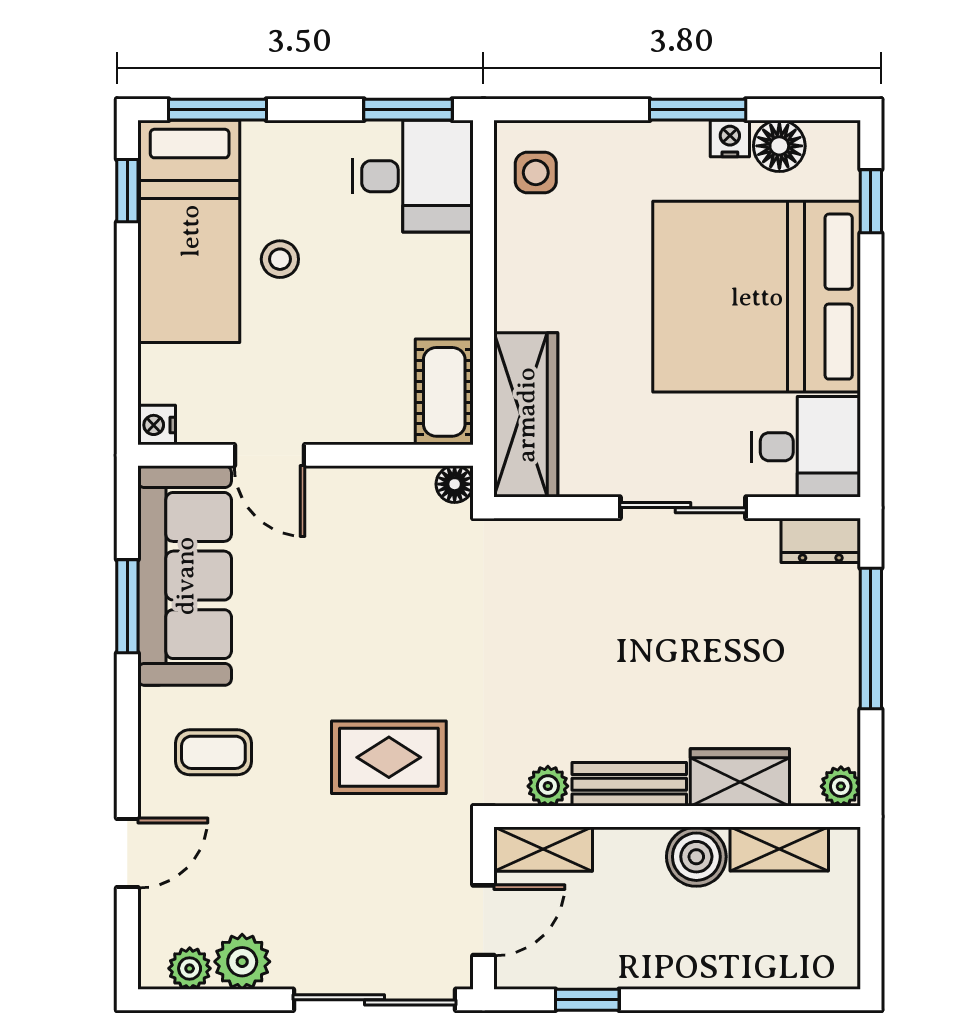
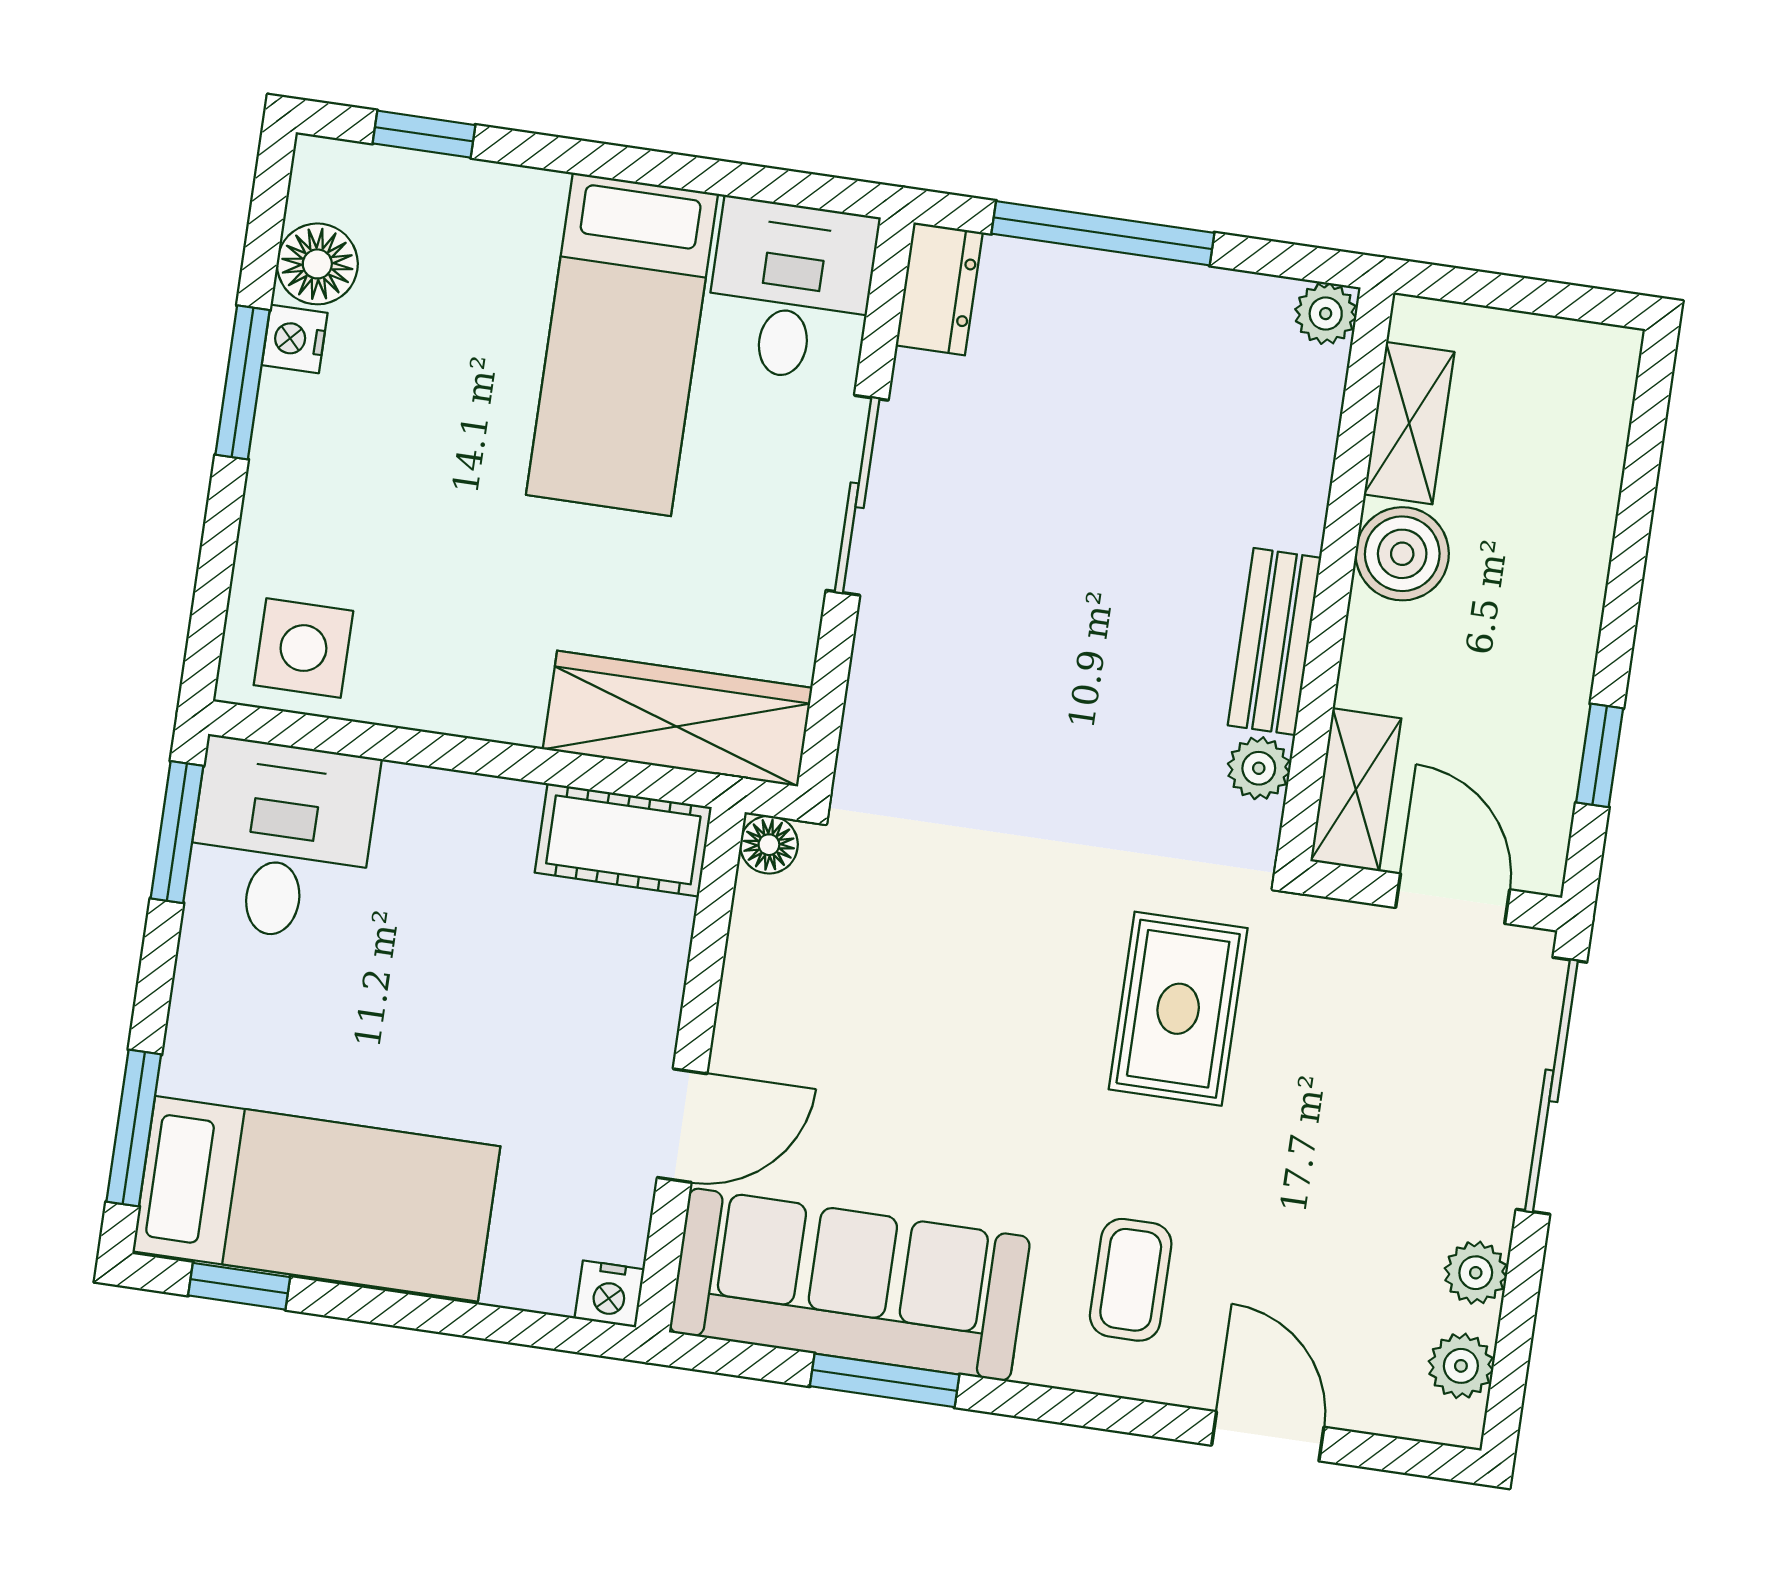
side table: (536, 173) -> (303, 648), width x1.37, depth x1.37
stool: (280, 259) -> (380, 1065), removed
bed: (757, 297) -> (622, 344), width x0.49
wardrobe: (740, 777) -> (1289, 468), removed
plant: (242, 962) -> (1476, 1273), width x0.73, depth x0.73

